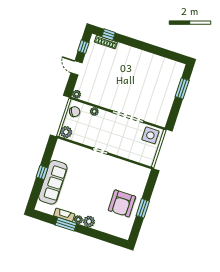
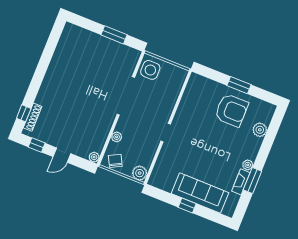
window: (182, 88) -> (114, 35), moved
plant: (89, 221) -> (260, 130), moved

